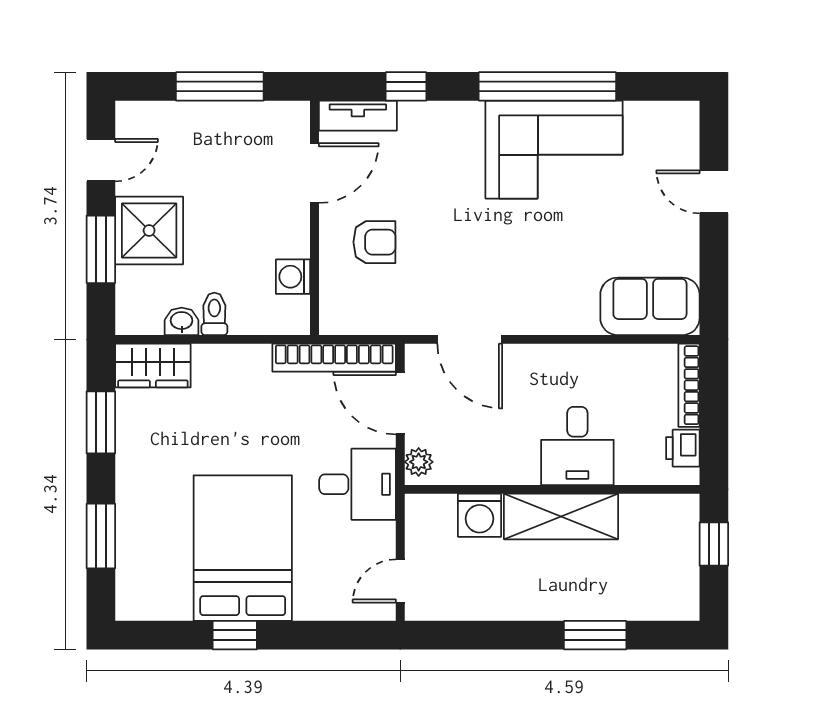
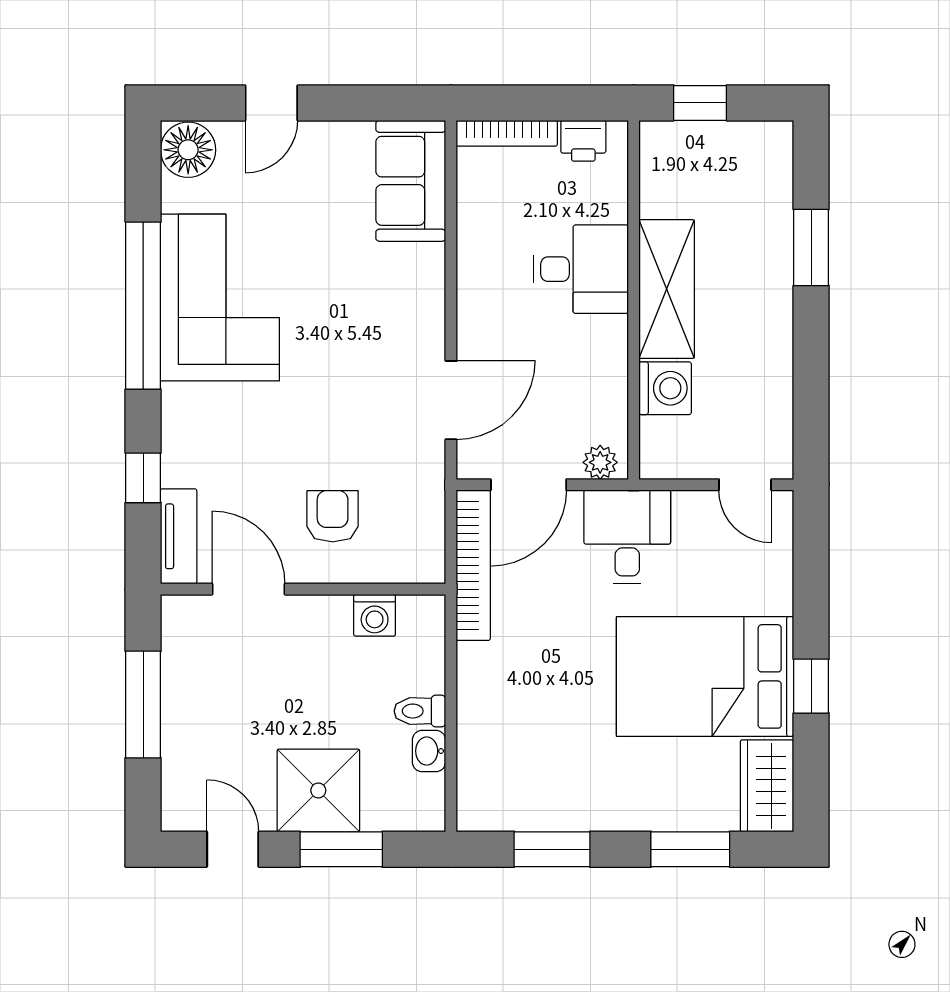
floor lamp: (675, 123) -> (188, 150), added
wardrobe: (153, 366) -> (767, 786), moved, turned 180

